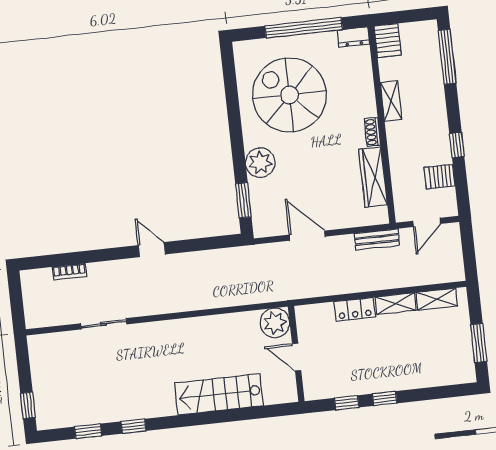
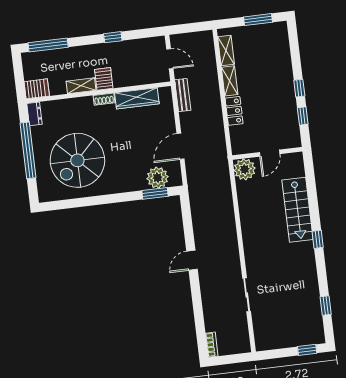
plant: (260, 163) -> (157, 178), moved
server rack: (440, 177) -> (104, 79), moved, turned 180
bookcase: (70, 272) -> (212, 345), moved
window: (134, 426) -> (318, 239), moved

